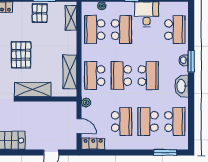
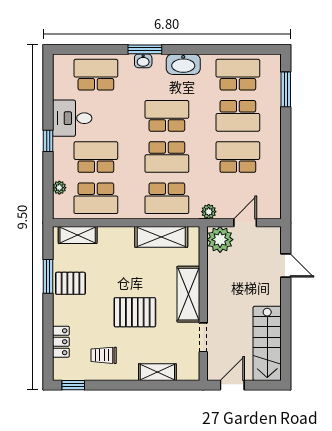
plant: (68, 110) -> (220, 240), added
locker: (93, 144) -> (272, 201), removed

